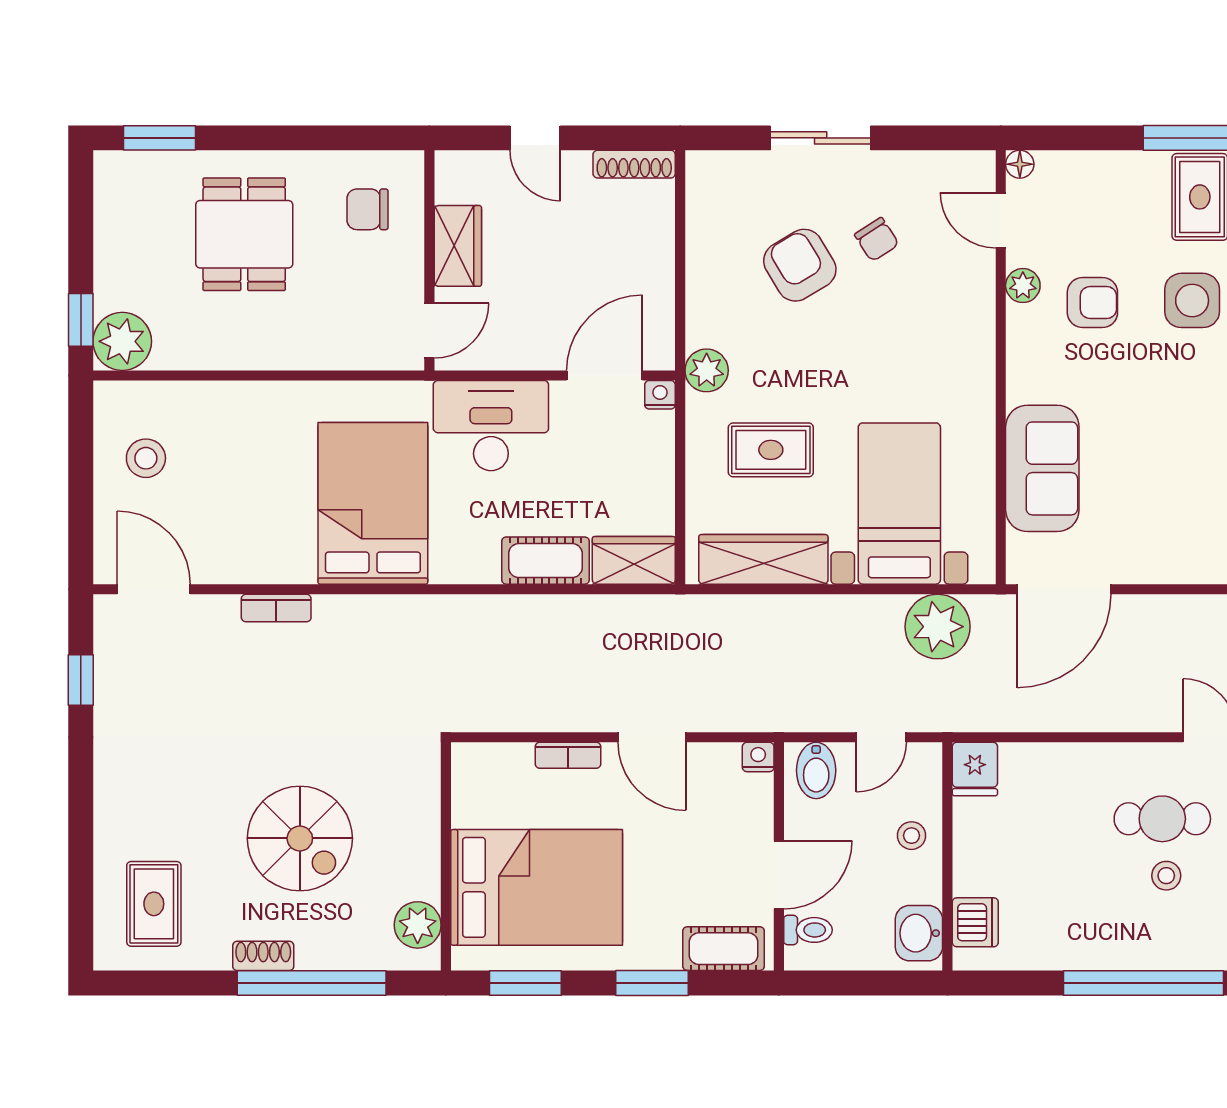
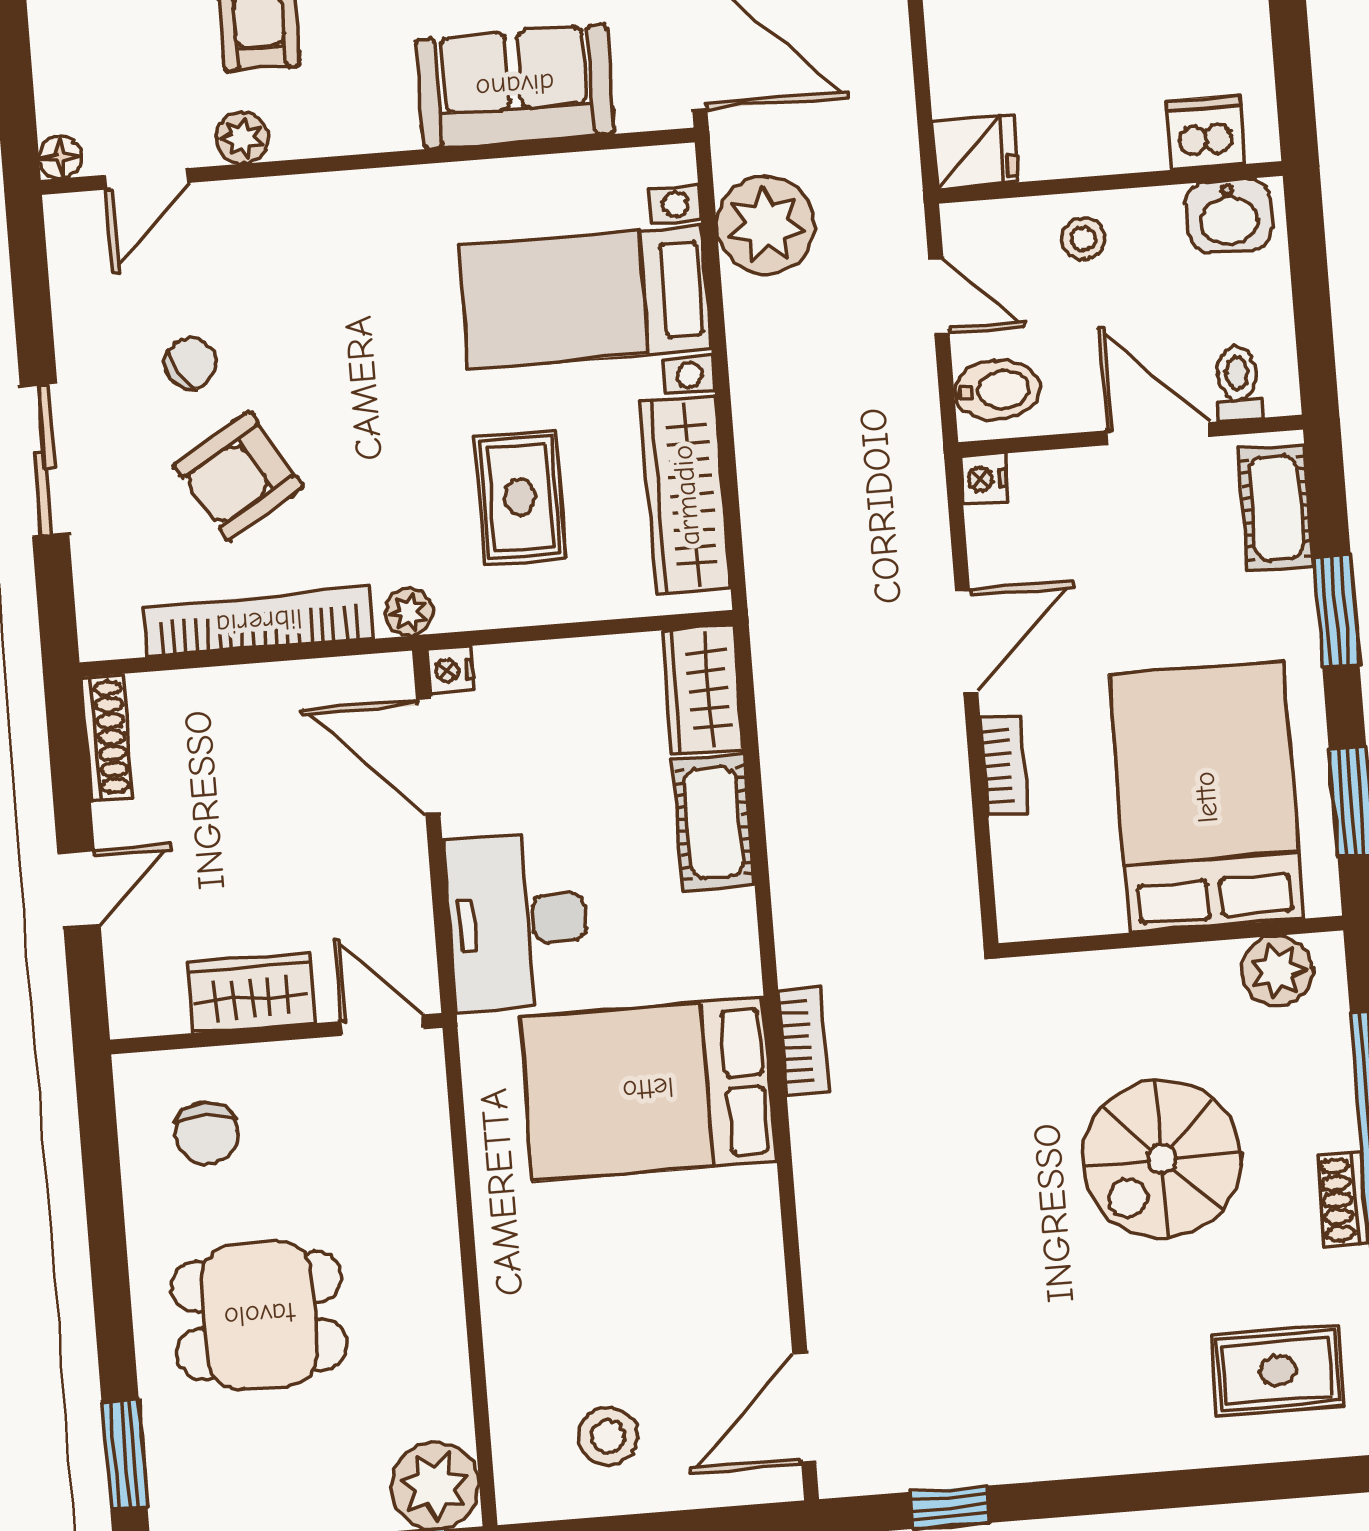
bookcase: (702, 271) -> (259, 622), added
plant: (707, 370) -> (409, 612), width x0.73, depth x0.73
bookcase: (276, 608) -> (803, 1041), moved
spiral stairs: (300, 838) -> (1162, 1159), turned 180

